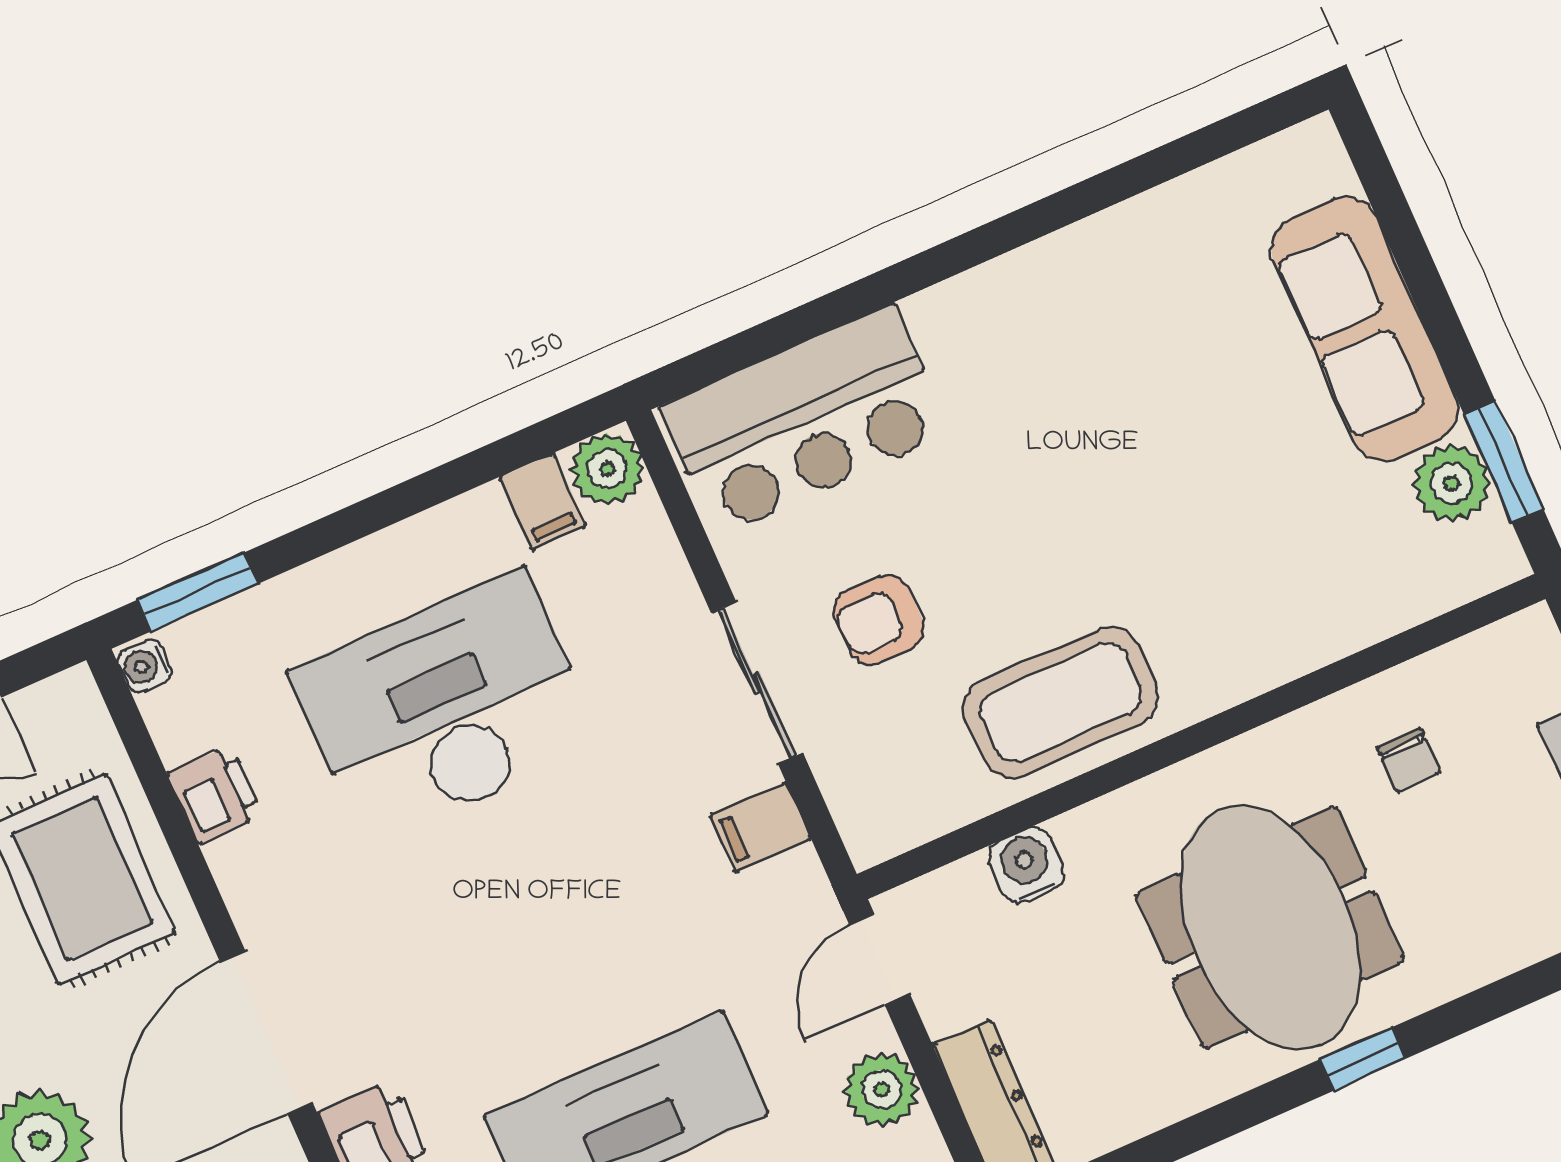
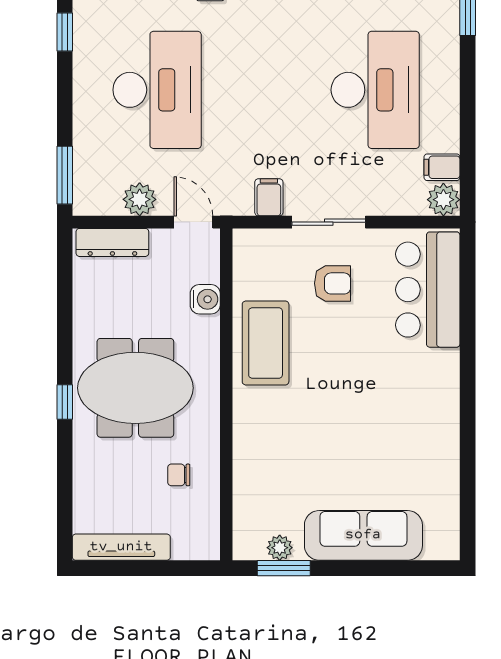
plant: (1452, 483) -> (280, 548), width x0.73, depth x0.73
armchair: (879, 620) -> (332, 283), turned 90

